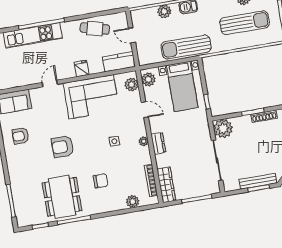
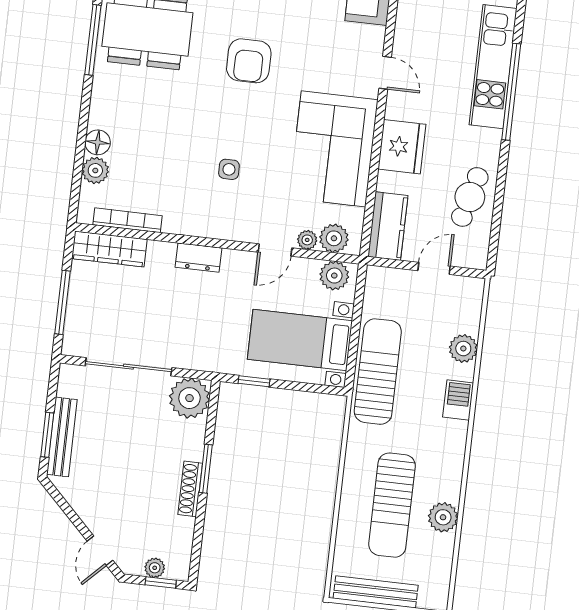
fridge: (82, 68) -> (402, 147), width x1.88, depth x1.34
plant: (144, 141) -> (307, 240), moved
armchair: (63, 147) -> (249, 61), turned 180
chair: (101, 181) -> (157, 118), removed
floor lamp: (120, 204) -> (98, 142), added

